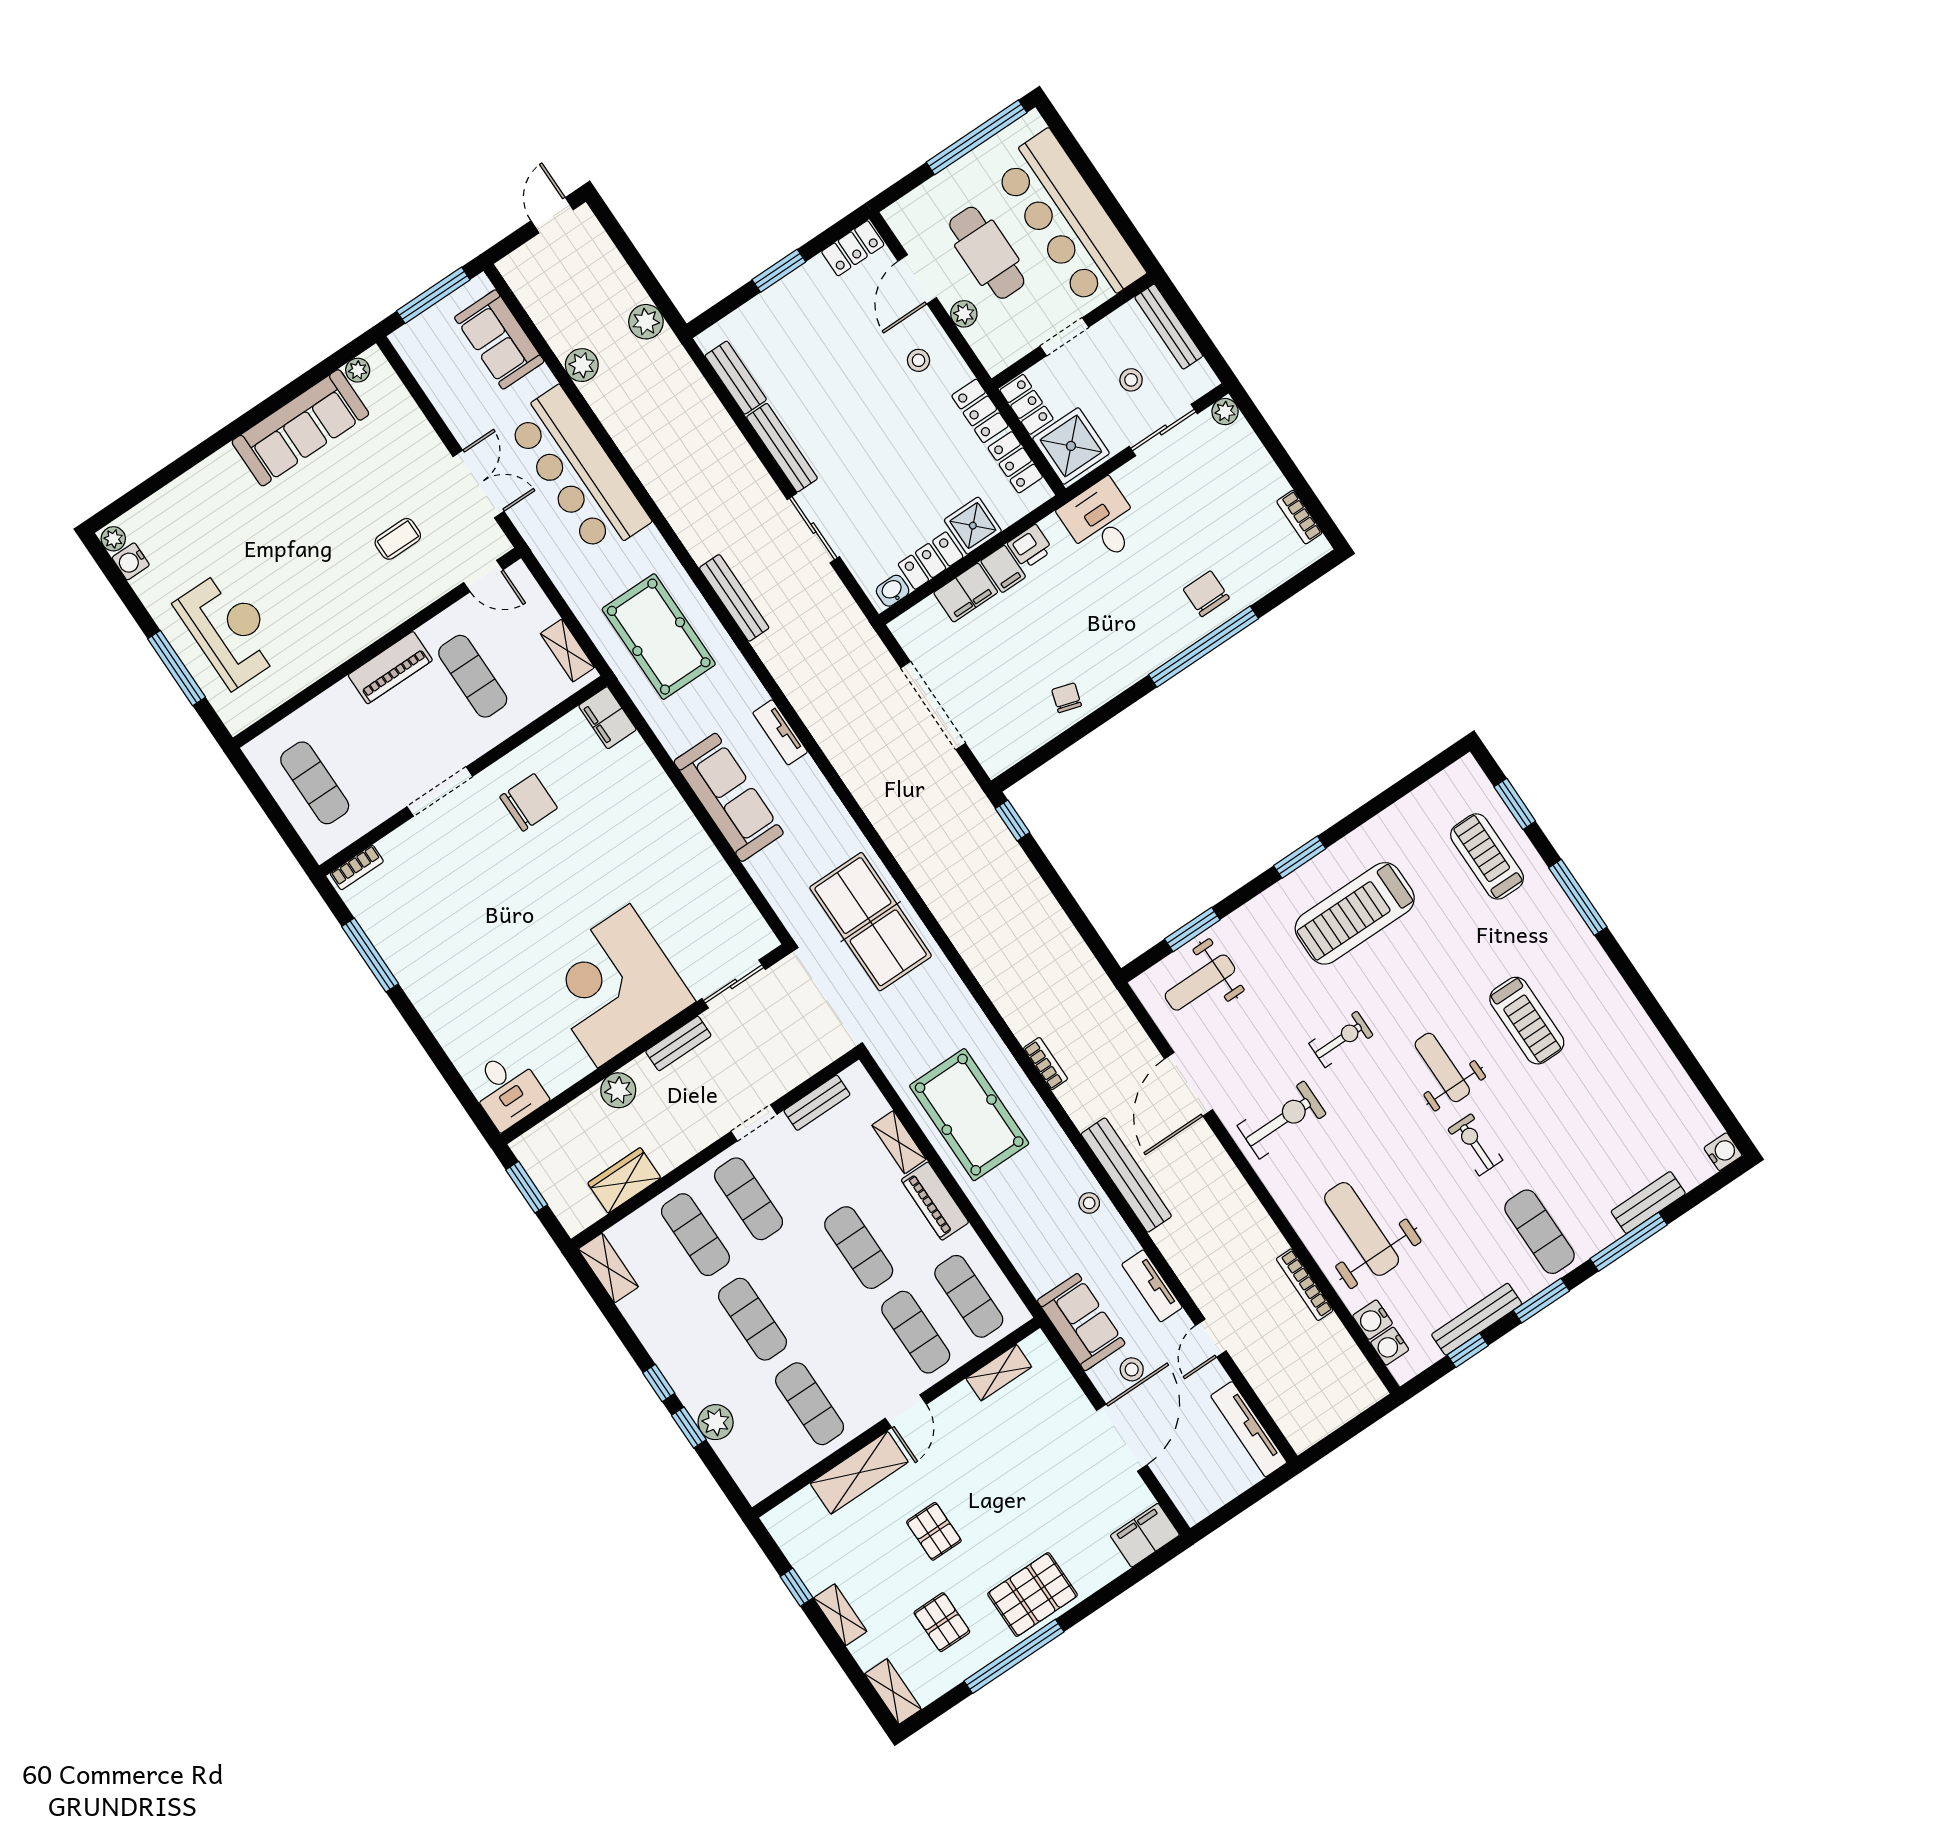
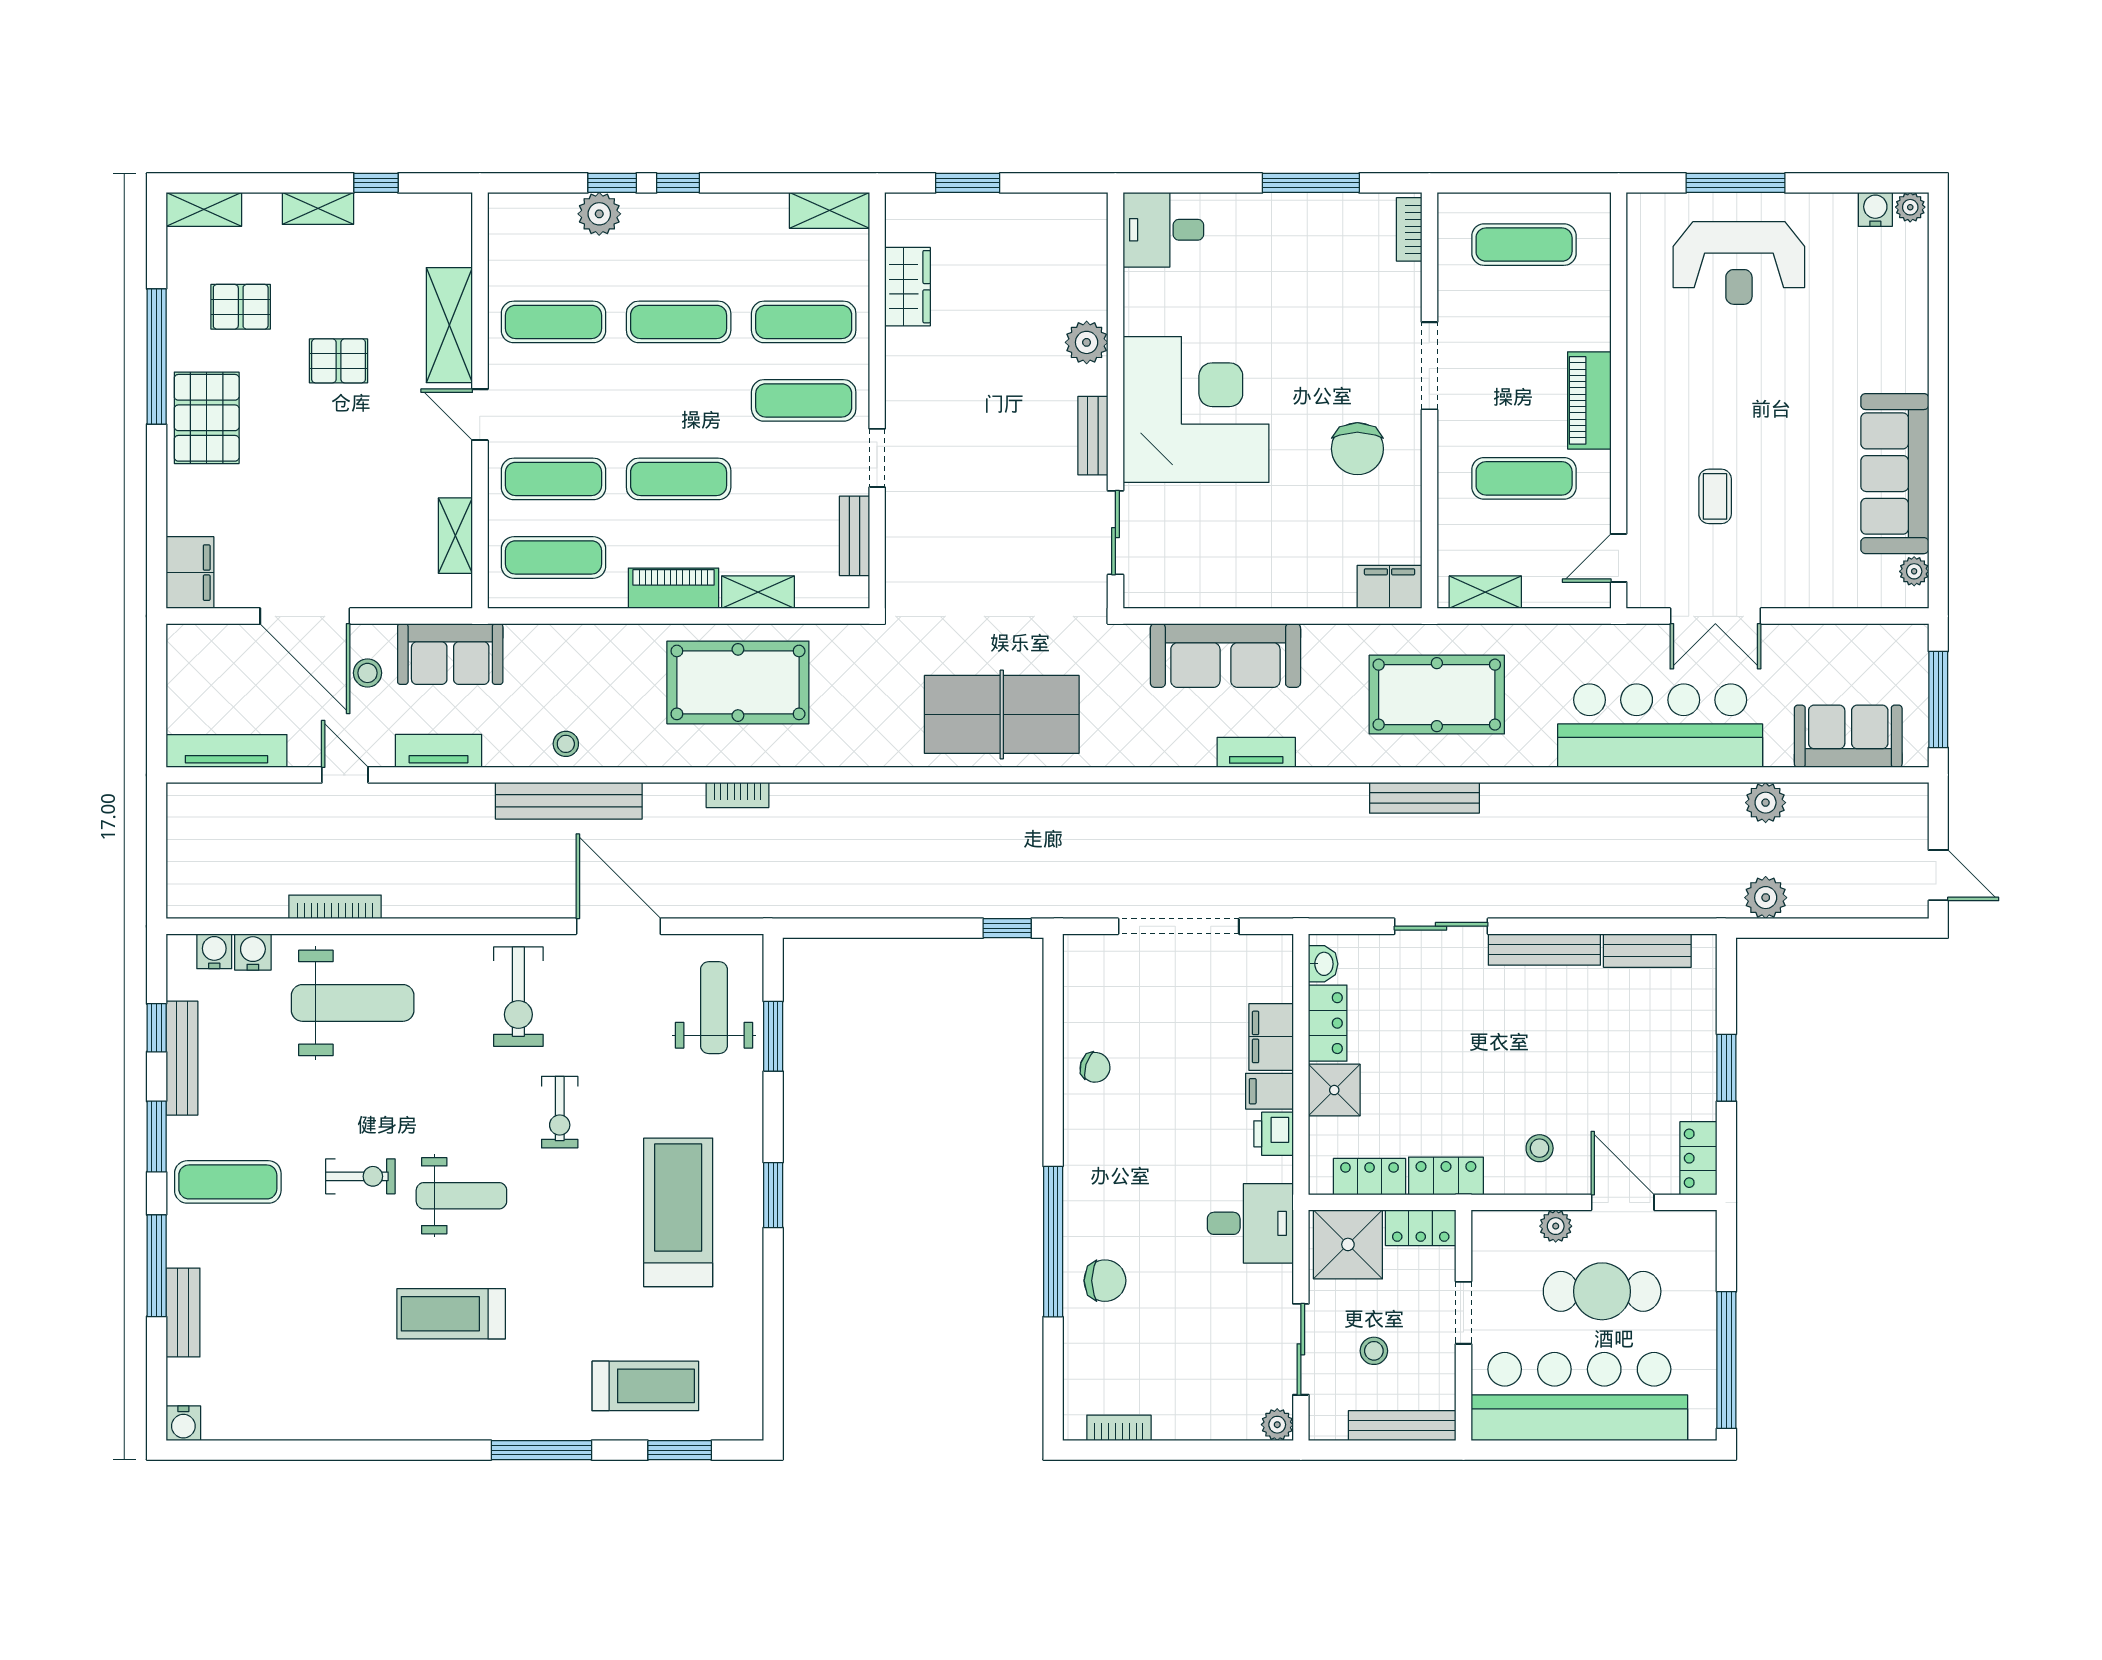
sliding door: (734, 984) -> (1115, 533), moved
corner desk: (614, 986) -> (1196, 410), moved
bench: (678, 1043) -> (1093, 436), moved
wall: (644, 1044) -> (1115, 400), moved
desk: (507, 1090) -> (1163, 230), moved
plant: (618, 1090) -> (1087, 342), moved

